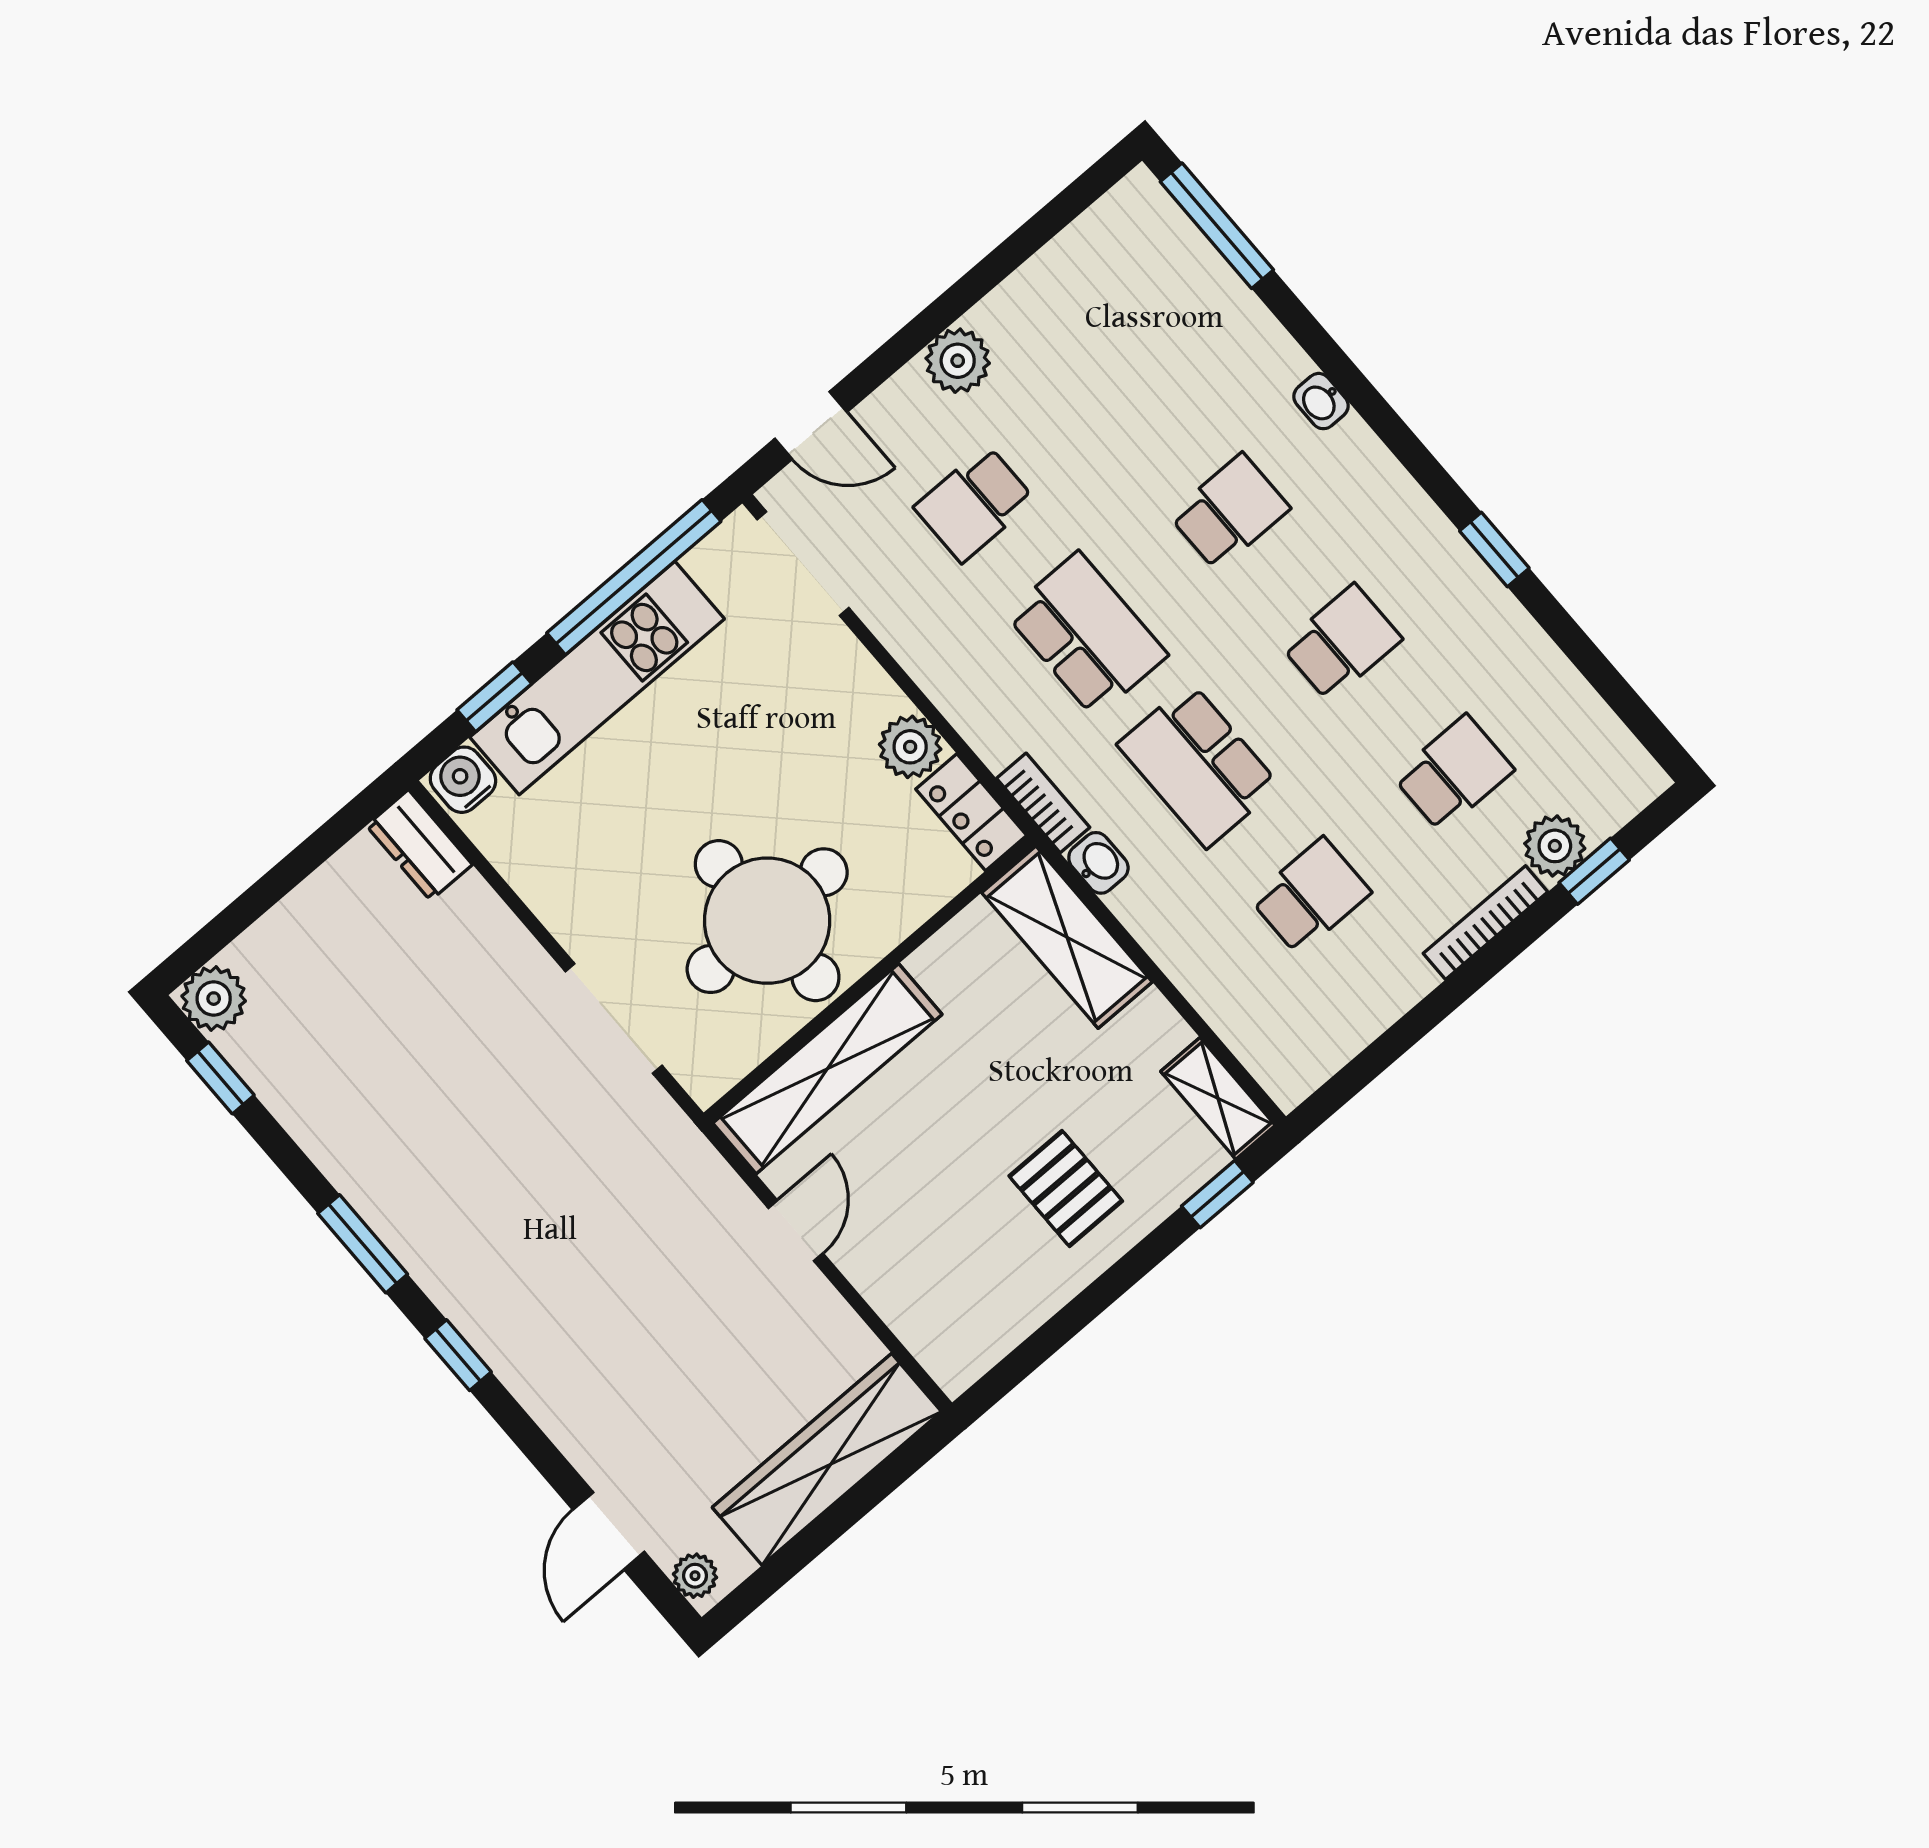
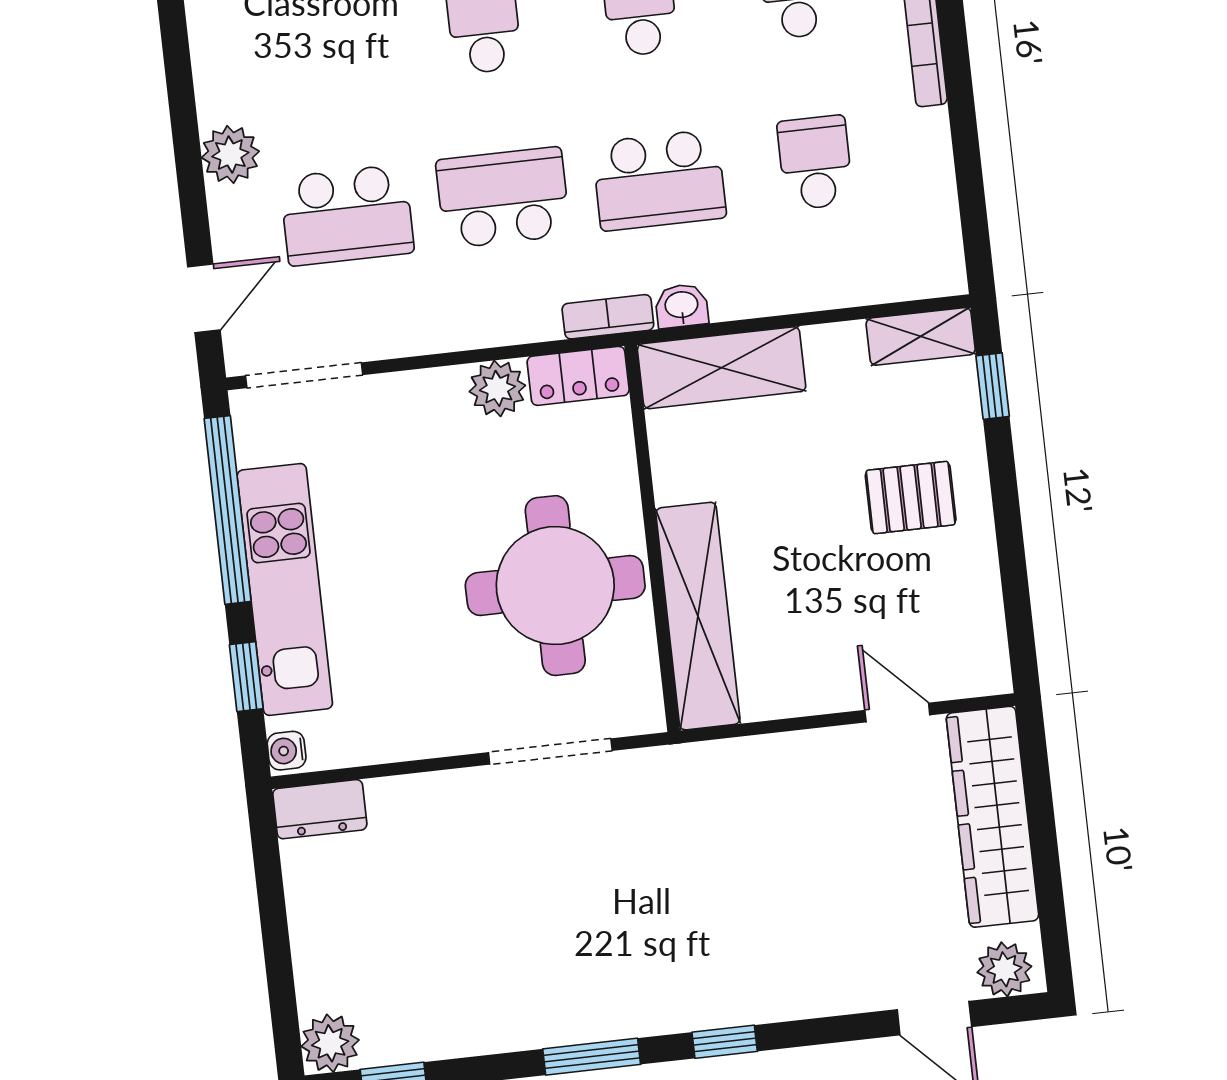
school desk: (974, 504) -> (347, 215), width x1.85
water cooler: (463, 780) -> (287, 751), width x0.72, depth x0.72
door: (796, 1231) -> (897, 713), moved
plant: (695, 1576) -> (1004, 969), width x1.38, depth x1.38

